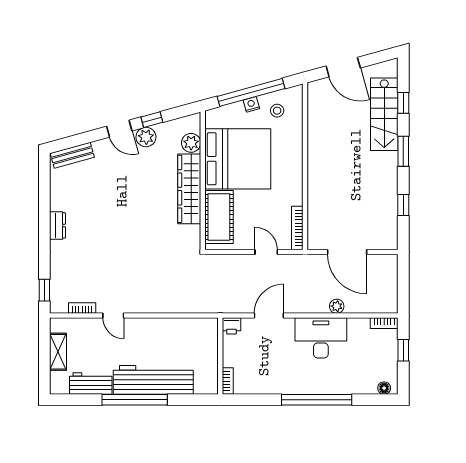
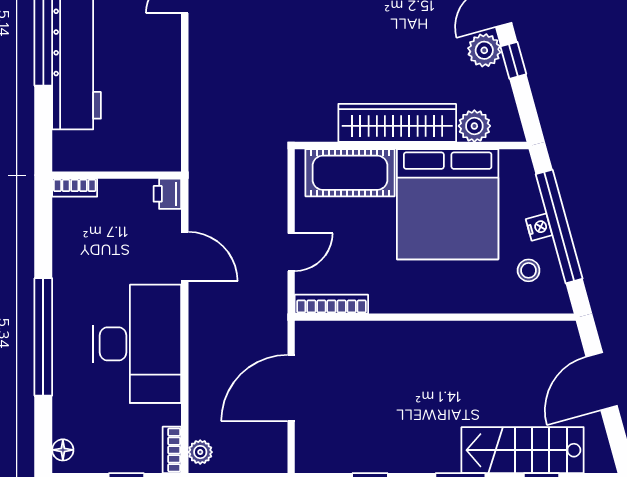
plant: (337, 306) -> (200, 452), moved
desk: (321, 338) -> (137, 344), width x1.36, depth x1.30

